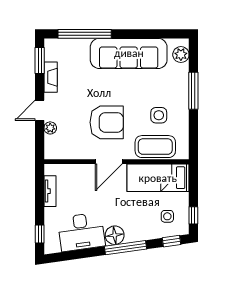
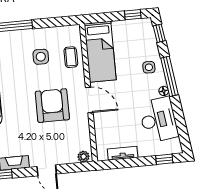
plant: (50, 128) -> (84, 157), moved
coffee table: (155, 147) -> (71, 57), width x0.54, depth x0.58
side table: (167, 216) -> (149, 67), moved
floor lamp: (115, 235) -> (164, 91), width x0.53, depth x0.53

